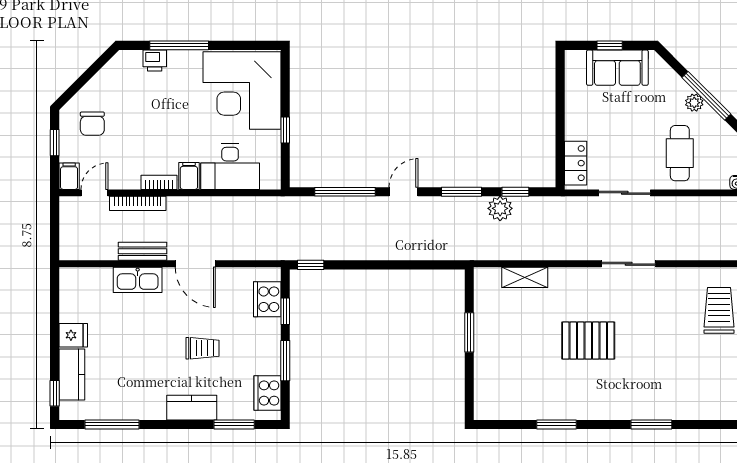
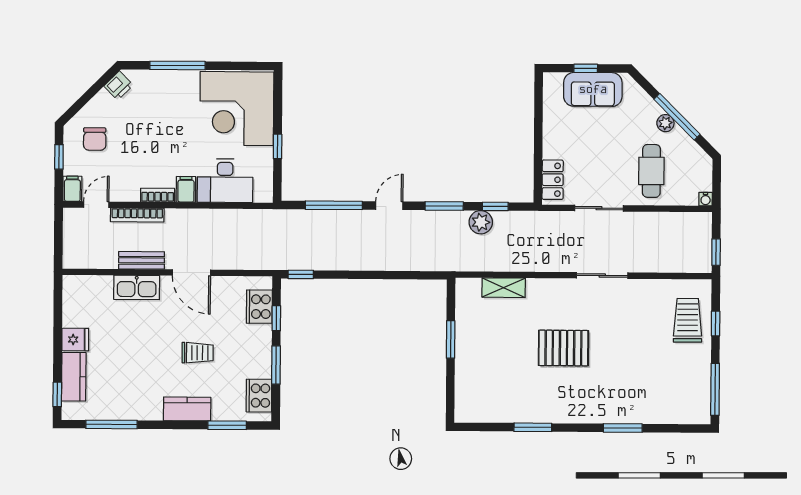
printer: (155, 60) -> (119, 86), moved, turned -45

